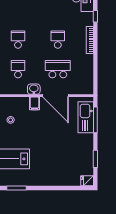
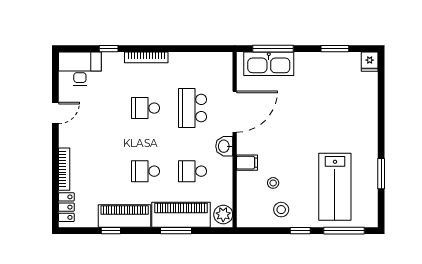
filing cabinet: (35, 103) -> (247, 163), moved

